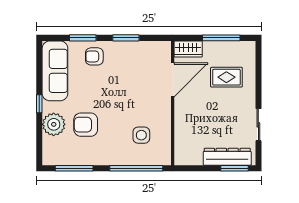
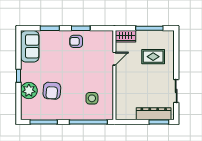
armchair: (94, 56) -> (76, 41), moved
sofa: (55, 71) -> (30, 46), width x0.73
door: (173, 80) -> (114, 59), width x0.53
armchair: (86, 125) -> (52, 91), turned -86

